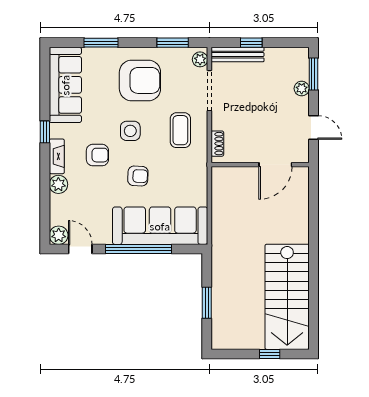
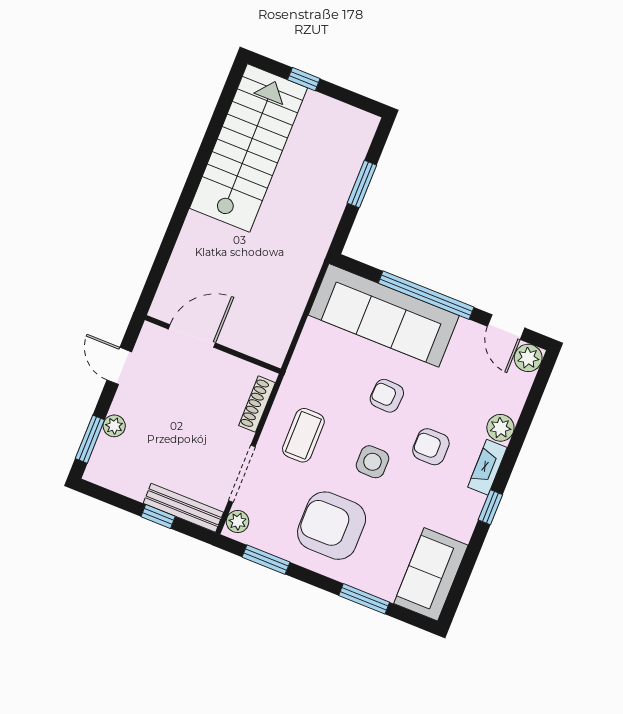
sofa: (65, 85) -> (431, 574), width x0.73
shoe rack: (217, 144) -> (257, 404), width x1.43

